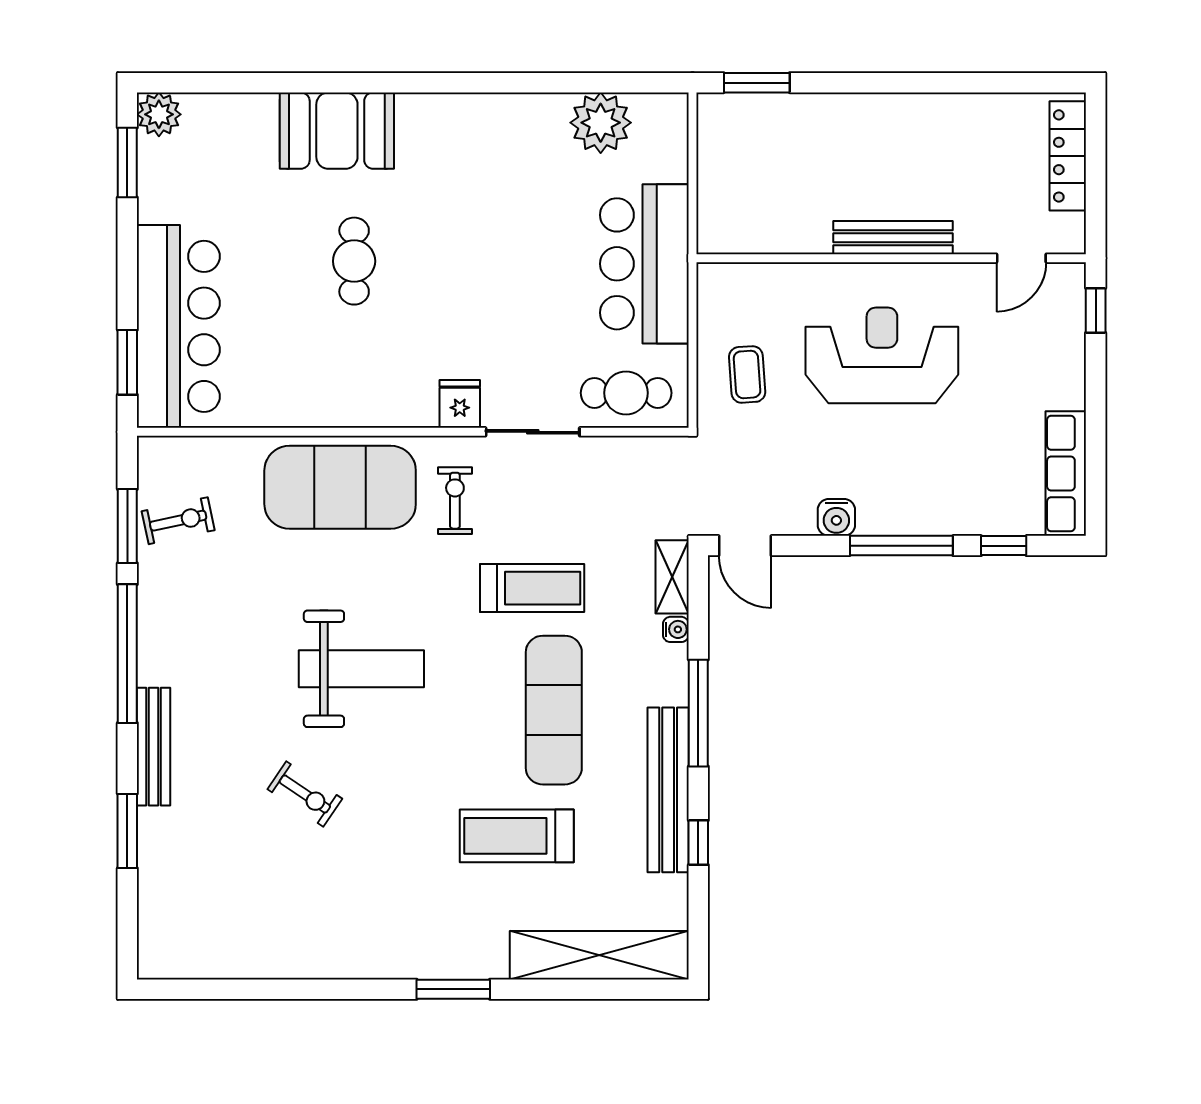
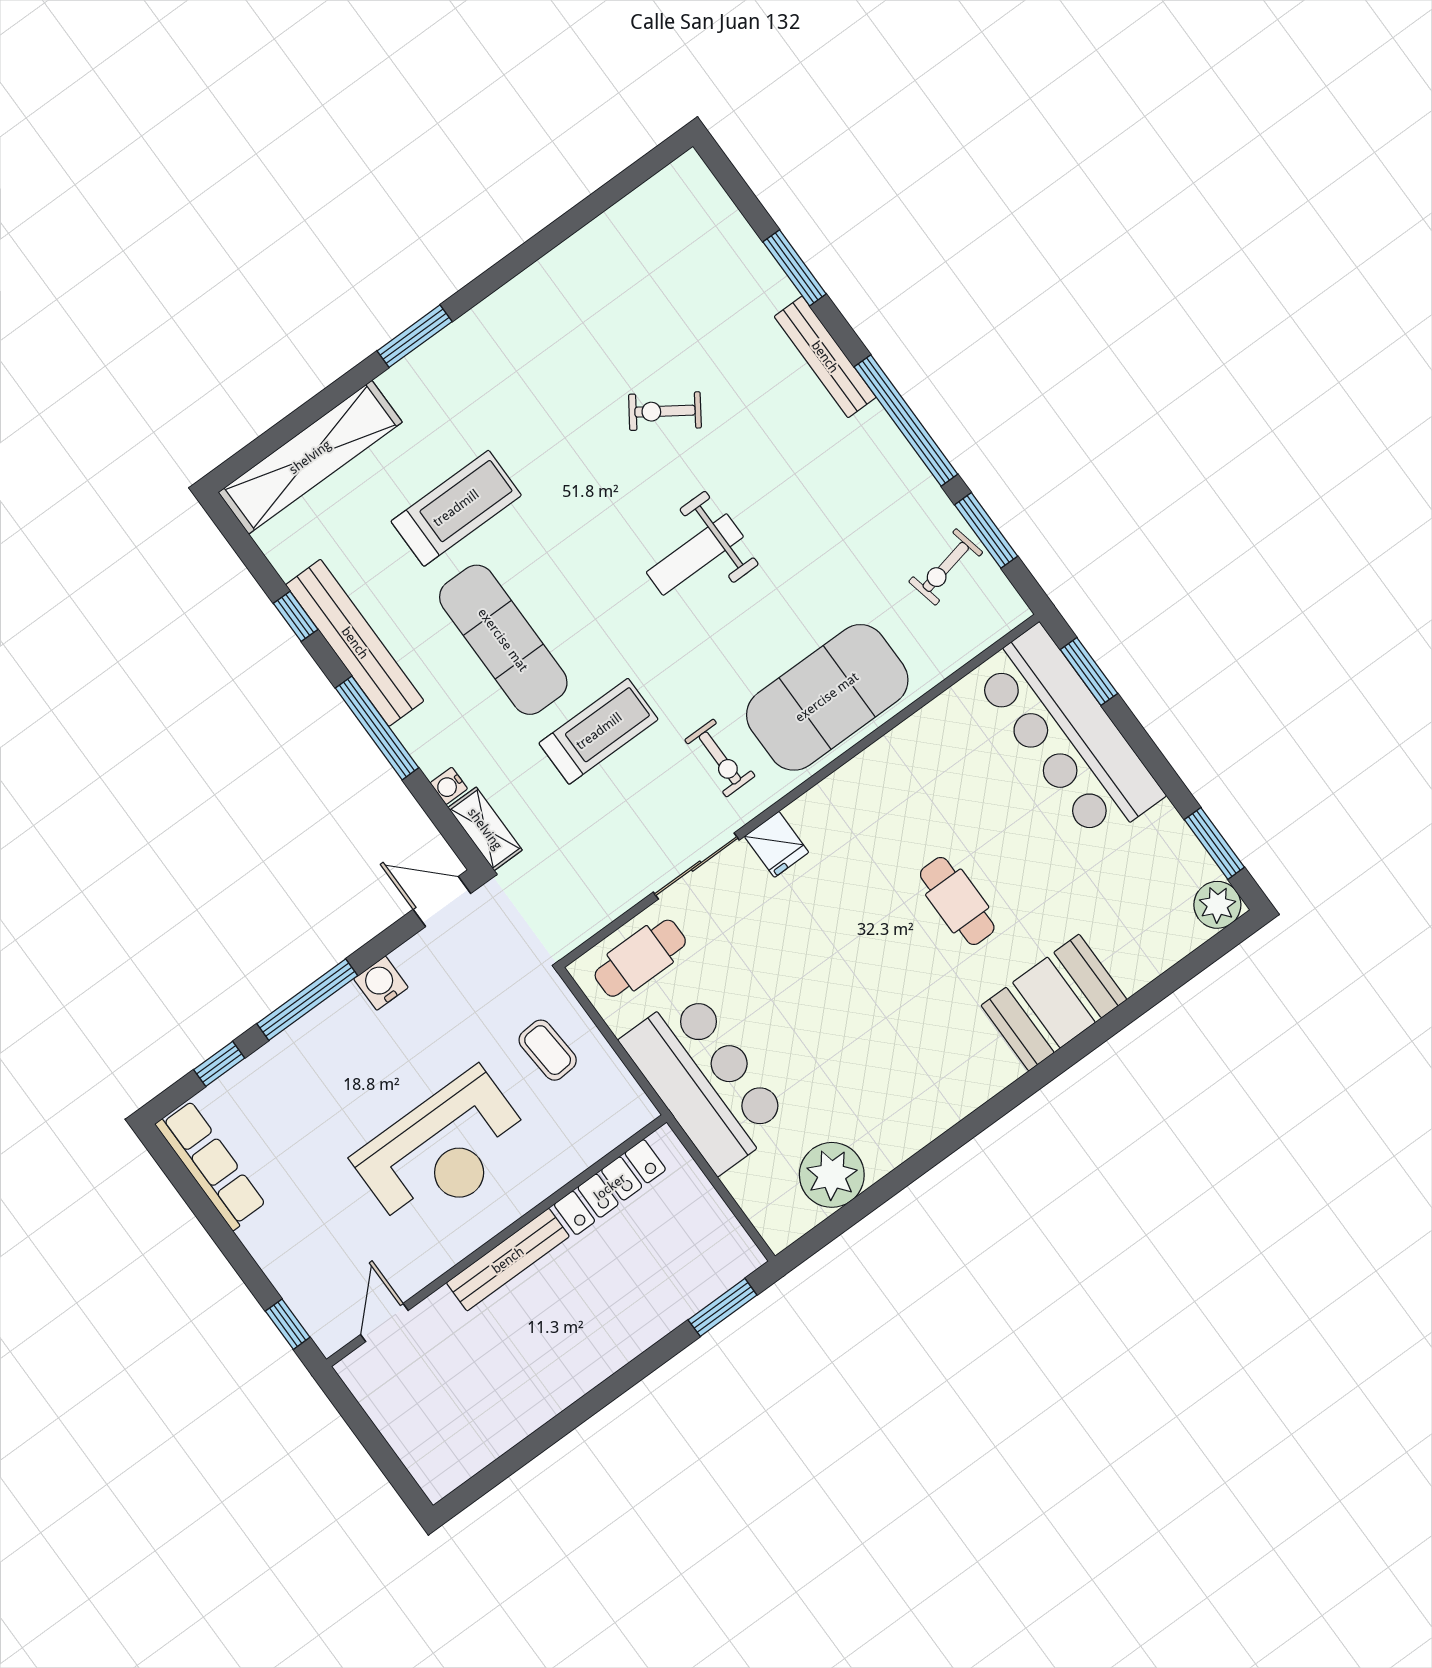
locker: (1068, 156) -> (610, 1187), moved, turned 90
treadmill: (532, 588) -> (599, 731), turned 180
weight bench: (361, 669) -> (695, 555), width x0.73, depth x0.75

